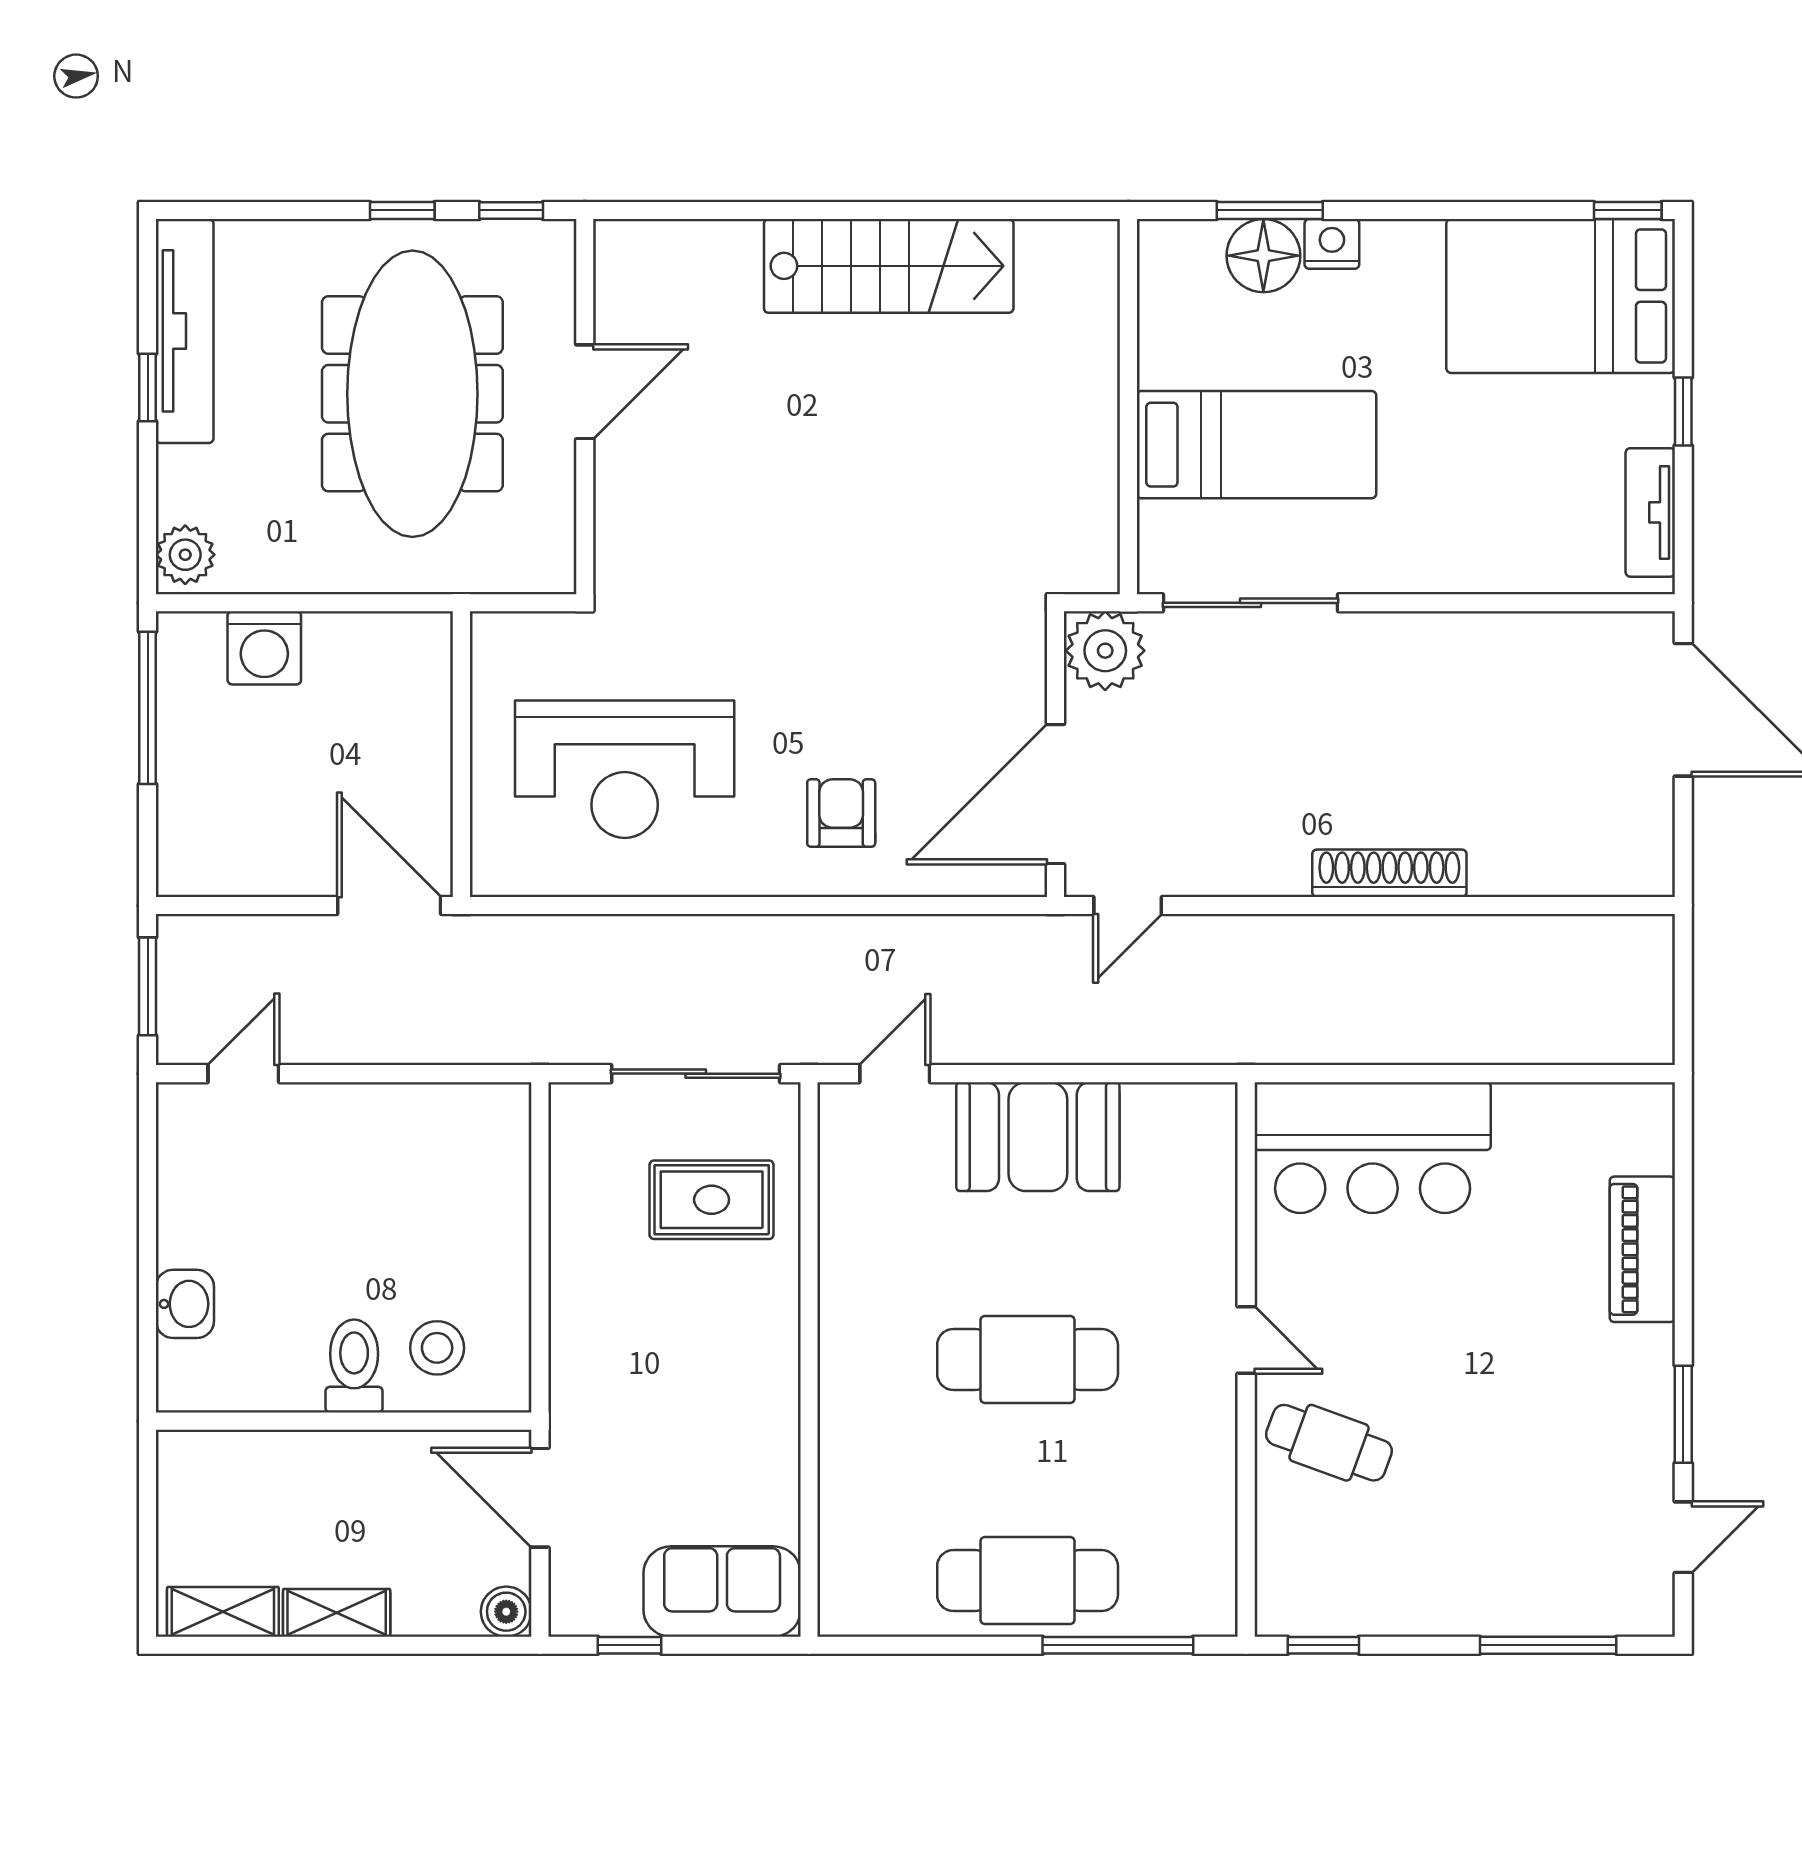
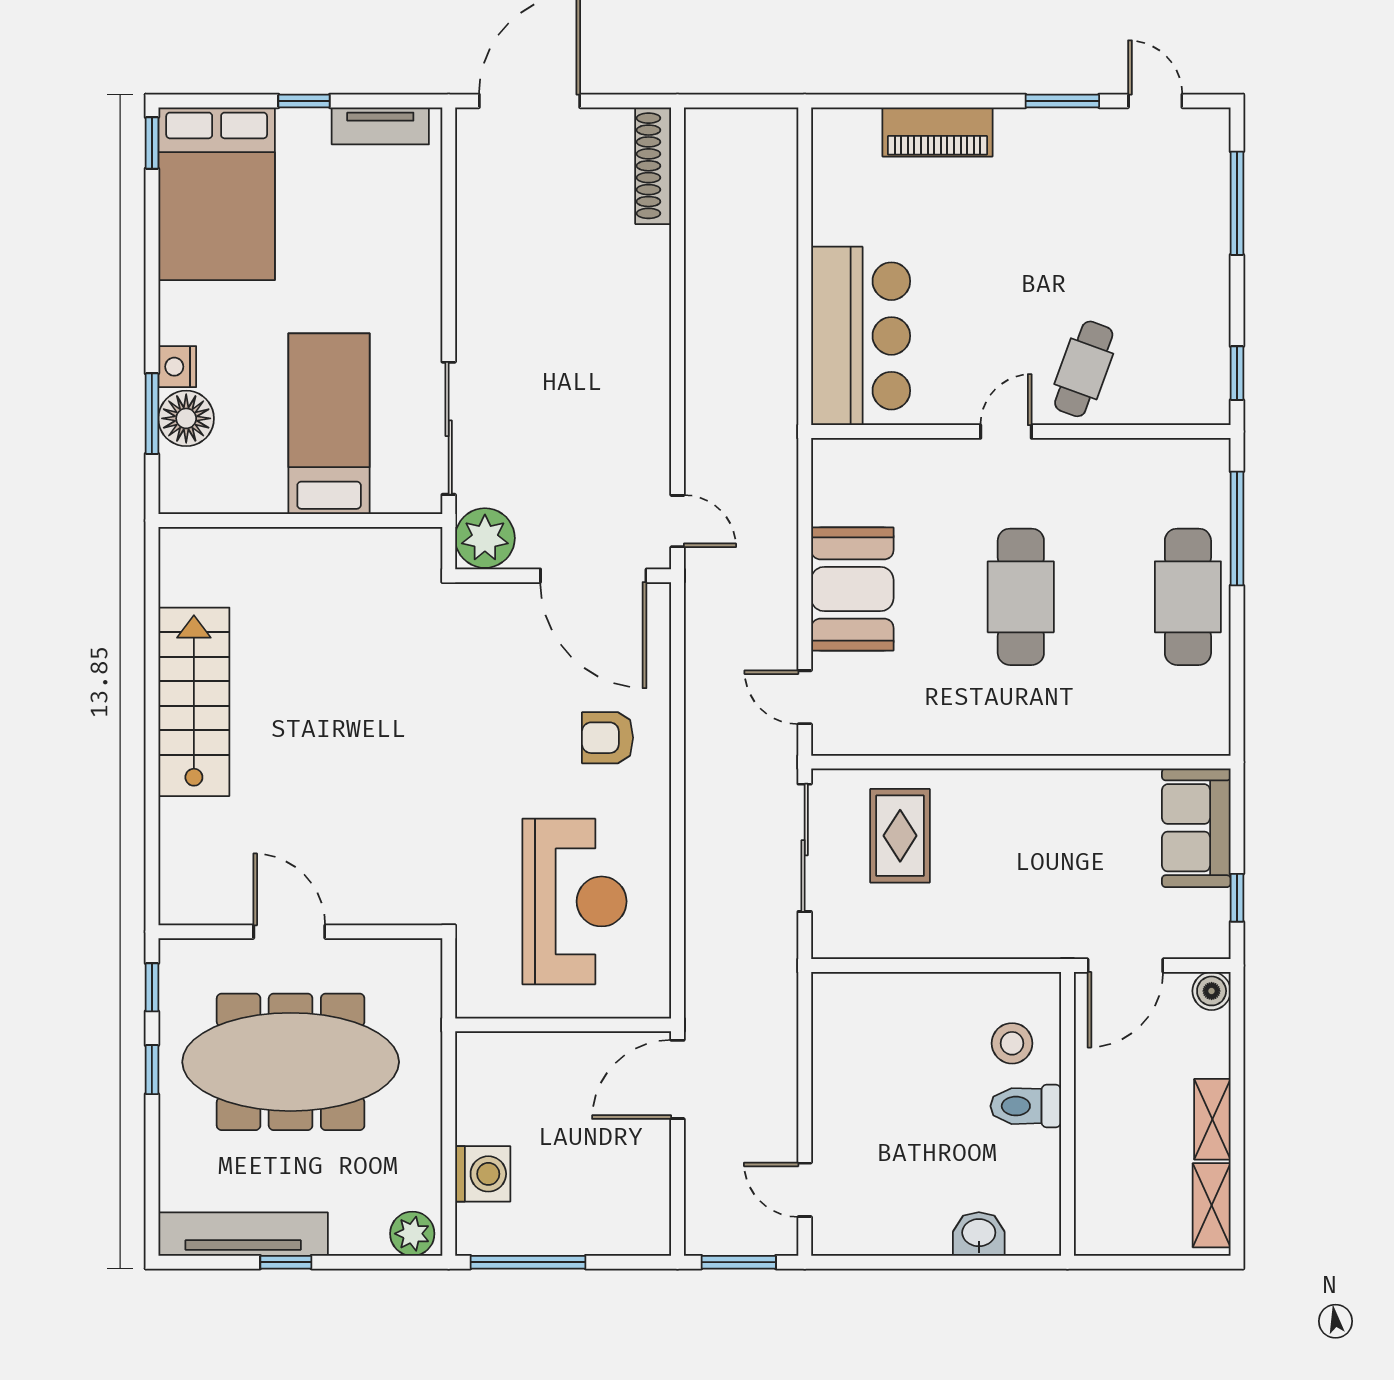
shoe rack: (1389, 873) -> (653, 166), moved

